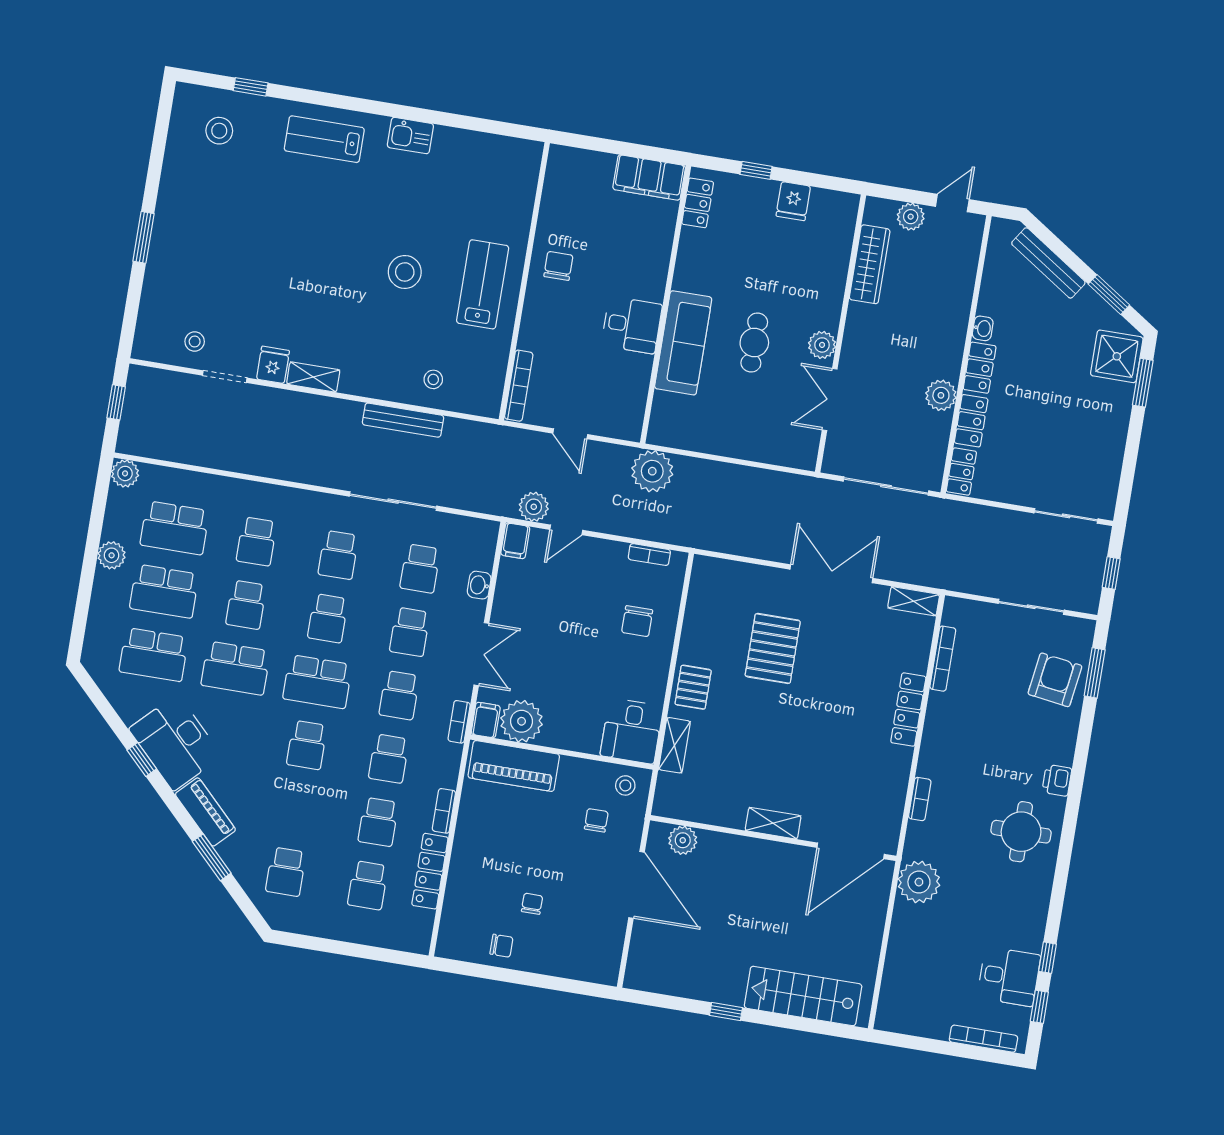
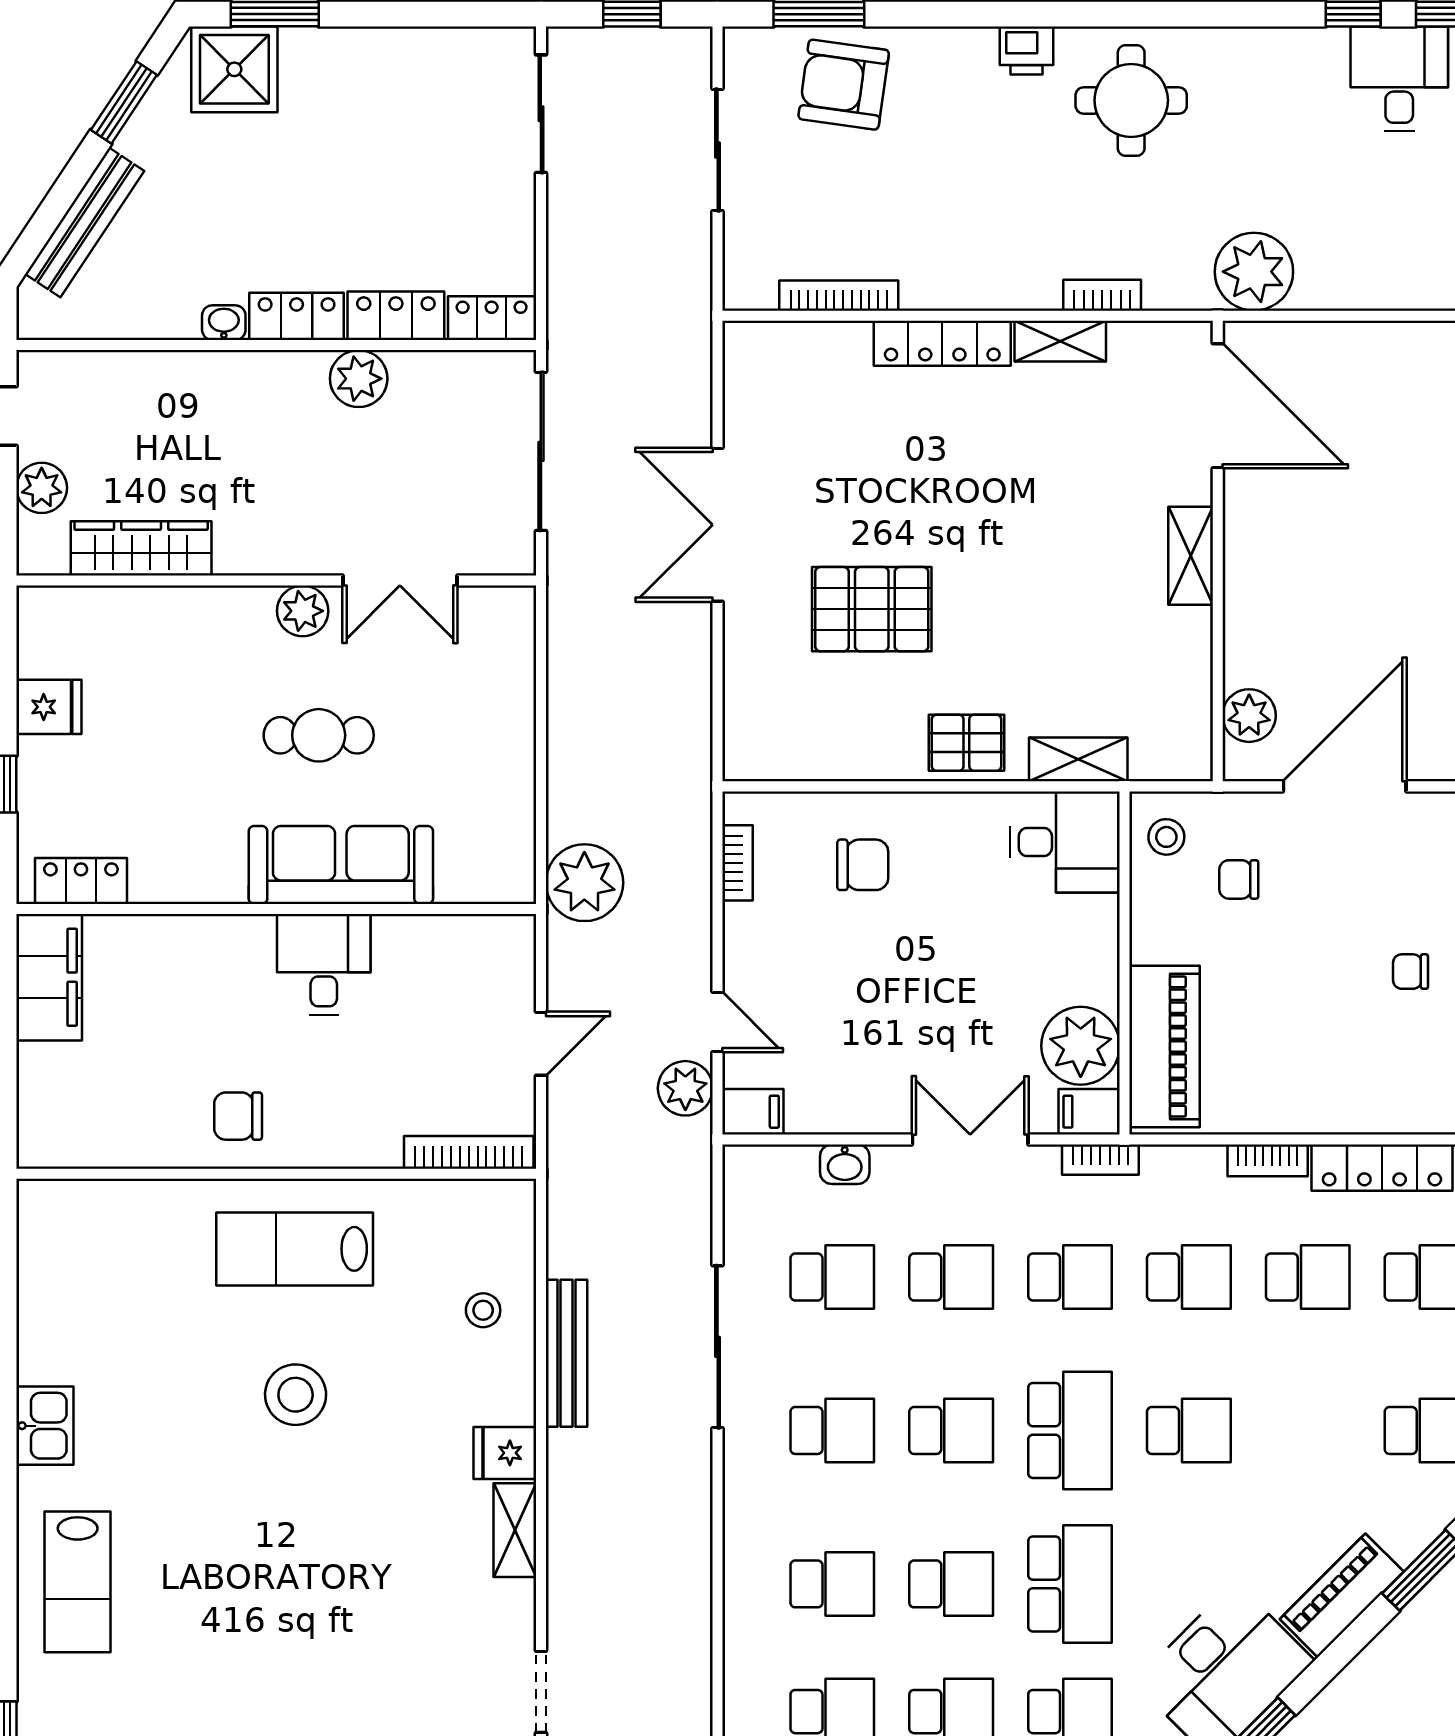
fridge: (273, 365) -> (505, 1453), moved
shelving: (914, 601) -> (1060, 341), moved, turned 90

